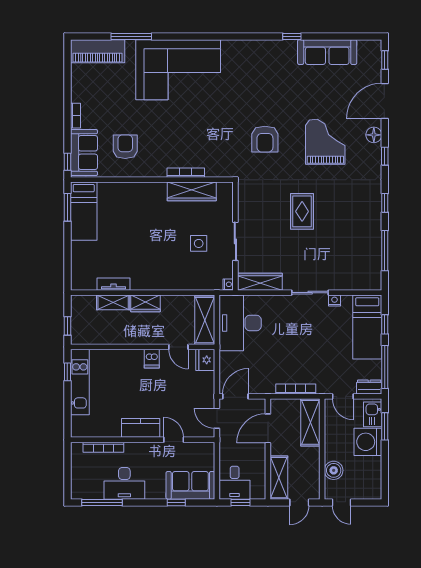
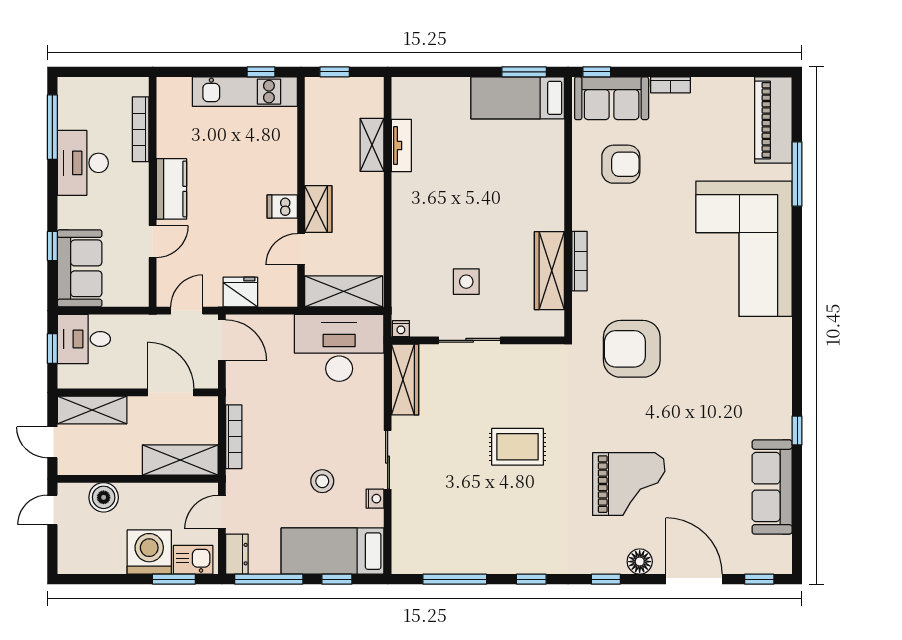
armchair: (265, 139) -> (632, 349), moved, width x1.36, depth x1.36
wardrobe: (146, 303) -> (318, 209), moved, turned 180
stool: (324, 334) -> (322, 481), added
fridge: (205, 360) -> (240, 292), moved

